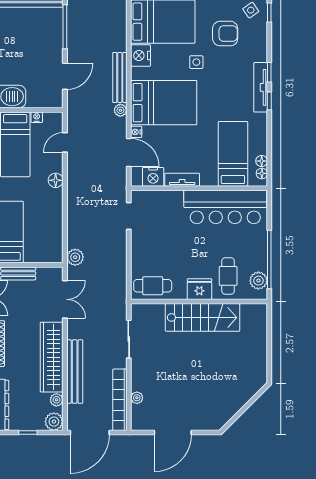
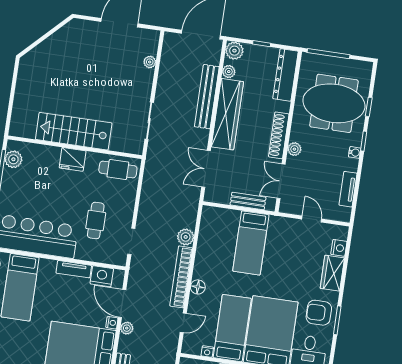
plant: (120, 110) -> (127, 328), moved
plant: (75, 257) -> (186, 237), moved
cafe table: (228, 276) -> (96, 221), moved
bookcase: (120, 400) -> (181, 277), moved, turned 180

